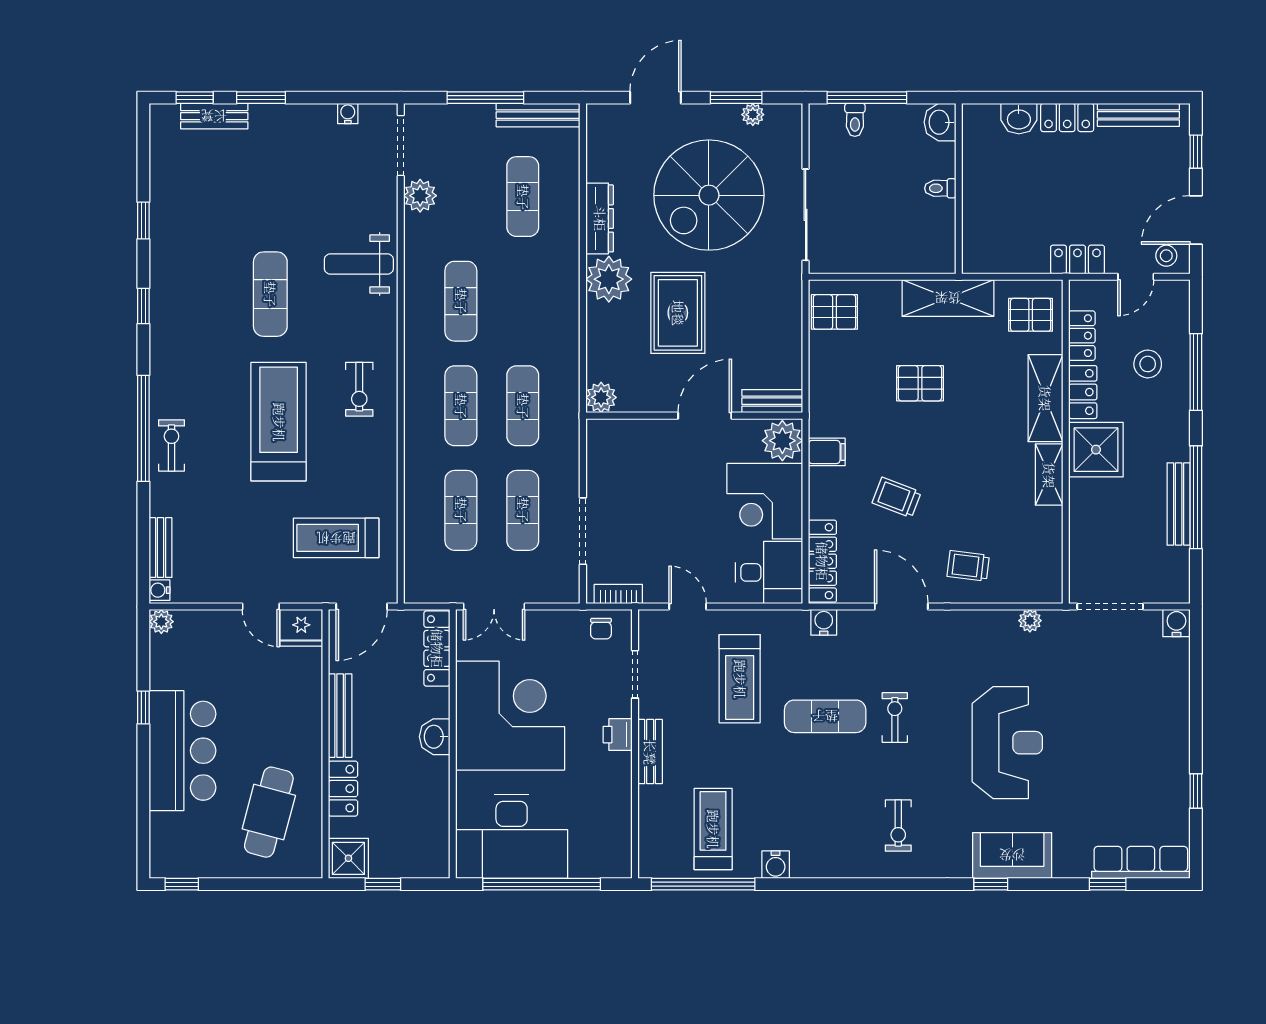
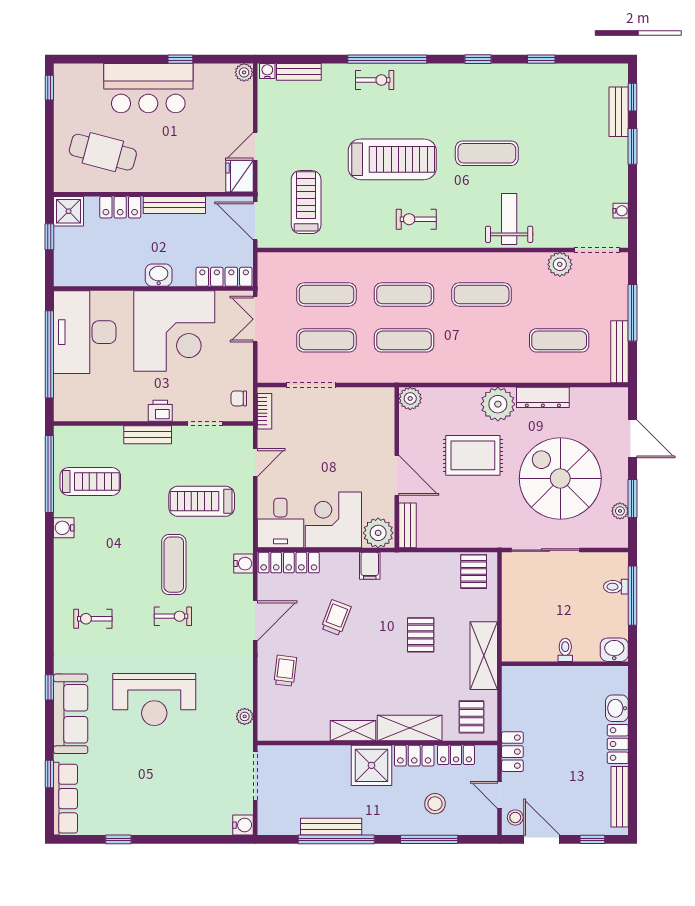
sofa: (1012, 855) -> (71, 714), width x1.36

